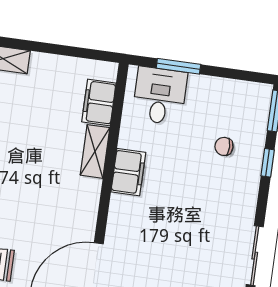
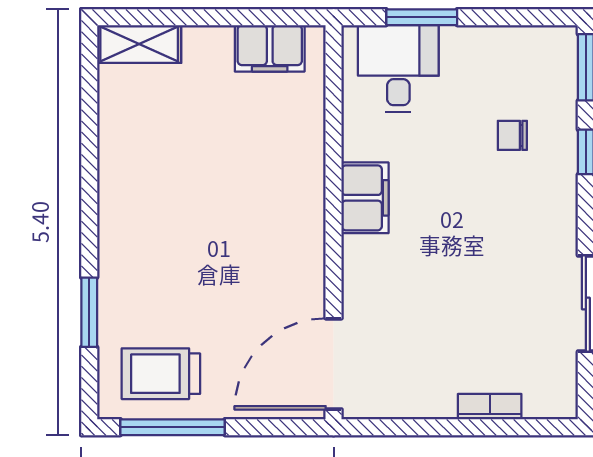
filing cabinet: (99, 102) -> (270, 48), moved, turned -90
shelving: (95, 151) -> (307, 172), removed

